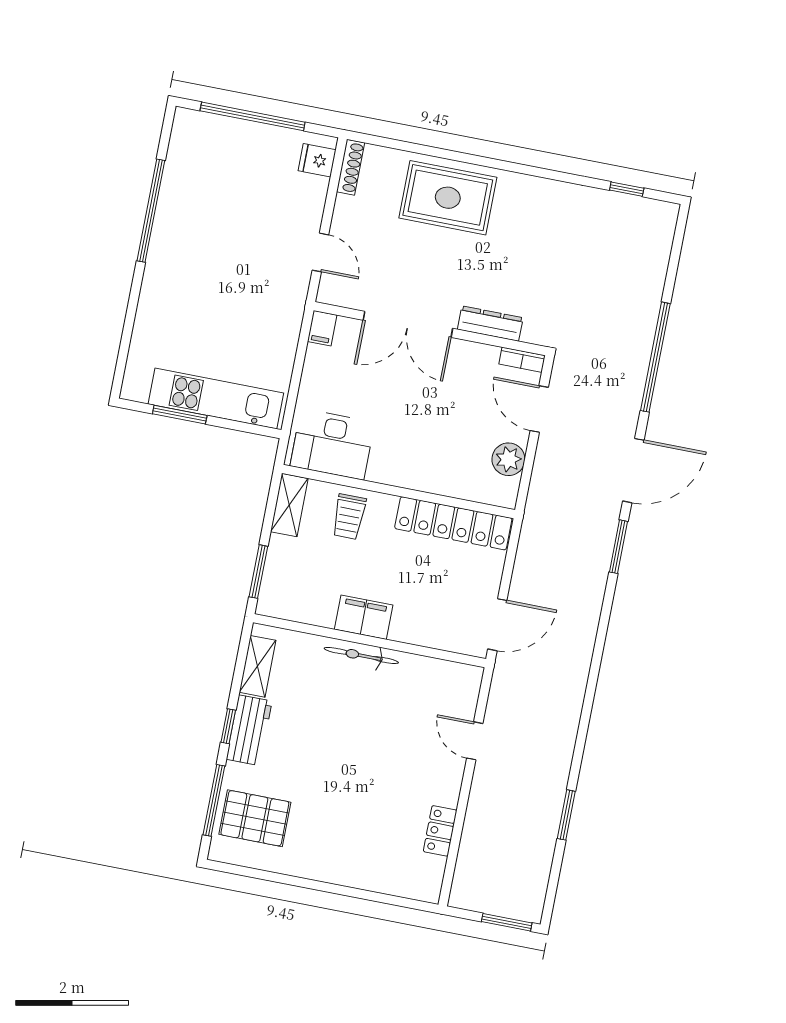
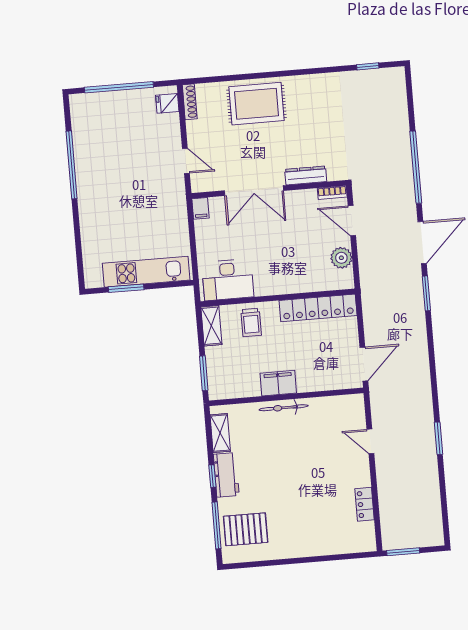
window: (566, 815) -> (439, 438), moved
window: (507, 922) -> (403, 552), moved

